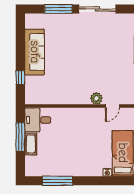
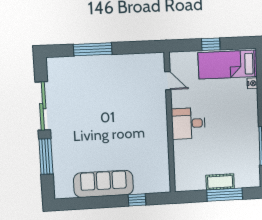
plant: (96, 98) -> (159, 102), removed
desk: (38, 120) -> (188, 123), moved, turned 90
window: (20, 137) -> (225, 195), moved

